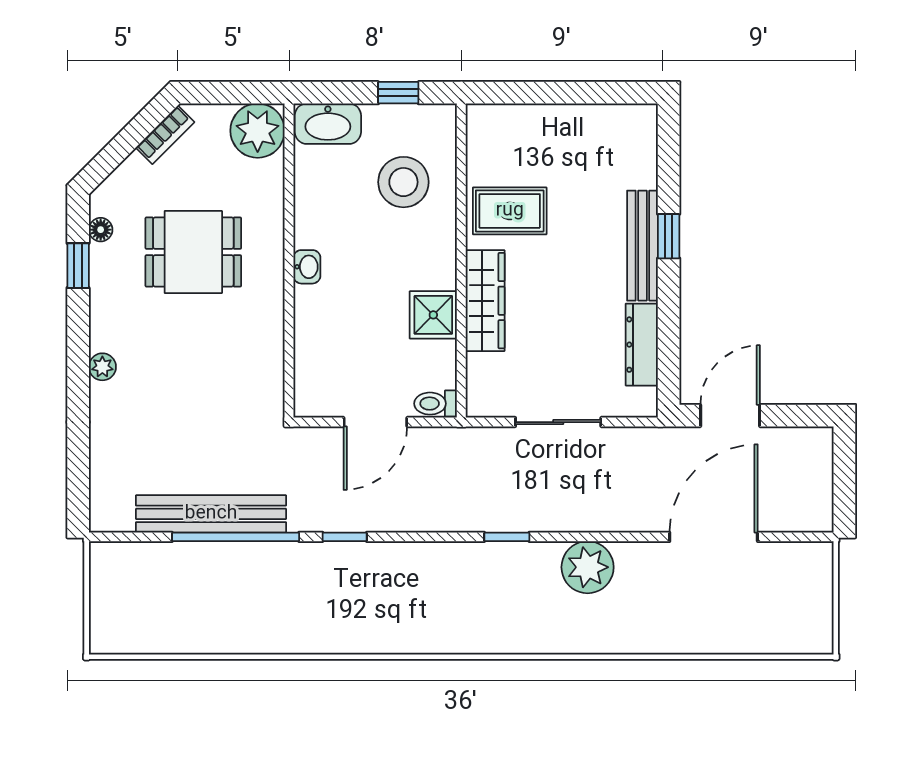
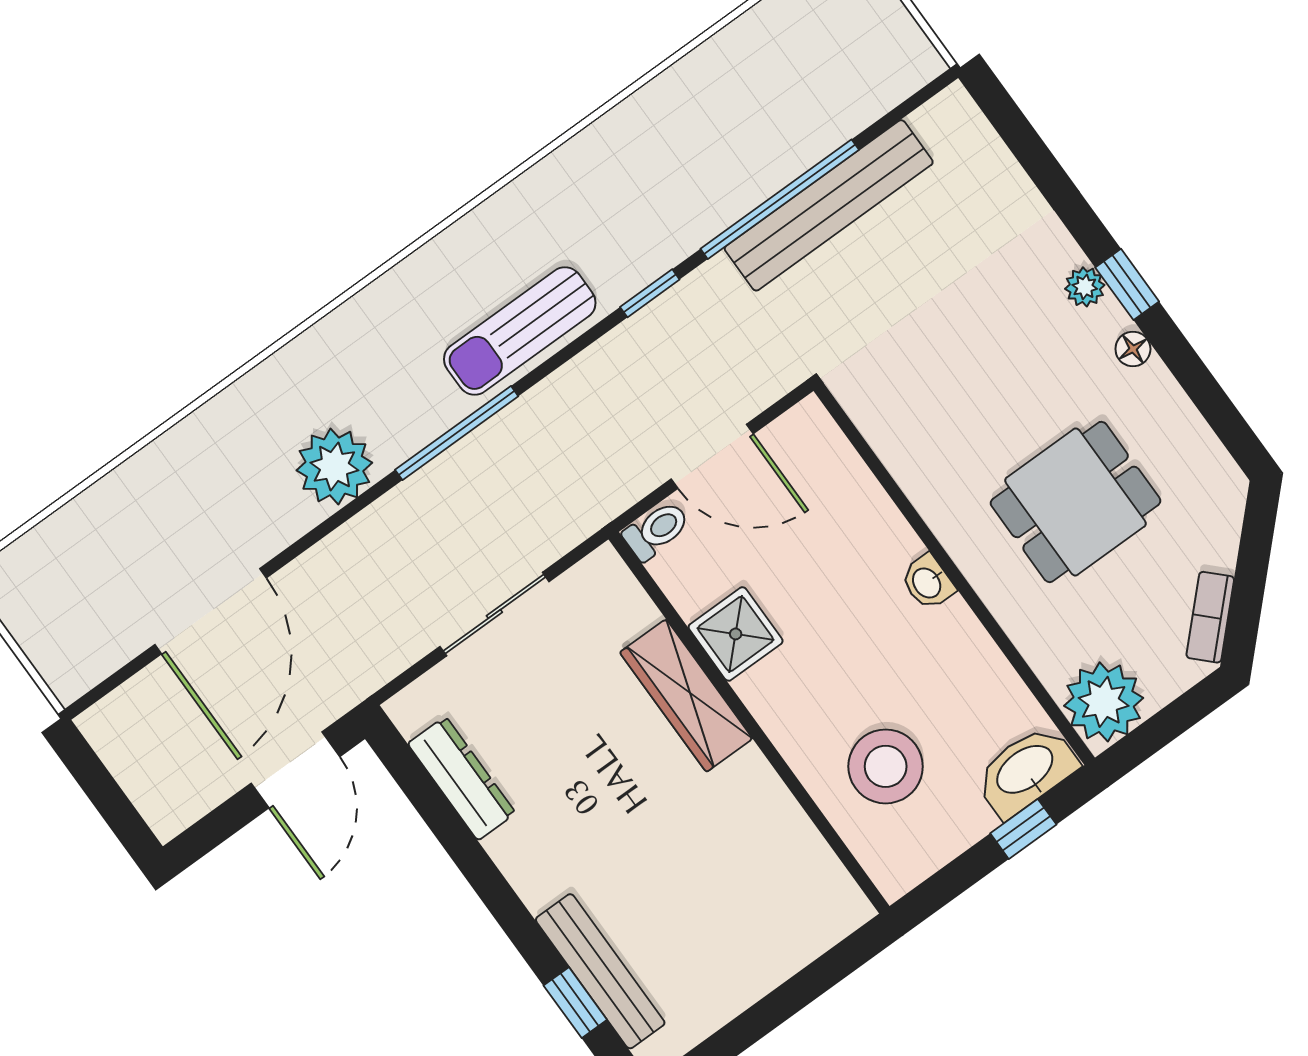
window: (398, 93) -> (1023, 829), moved
rug: (510, 211) -> (734, 824), removed
floor lamp: (101, 230) -> (1133, 349), moved
window: (669, 236) -> (575, 1003), moved
bench: (642, 246) -> (600, 971), moved
window: (78, 266) -> (1127, 284), moved
door: (375, 422) -> (712, 456), swing flipped
window: (507, 537) -> (457, 433), width x2.17
sun lounger: (431, 568) -> (520, 331), added

